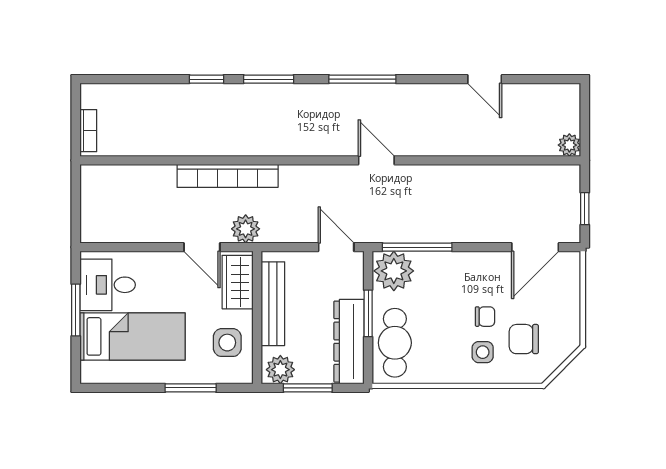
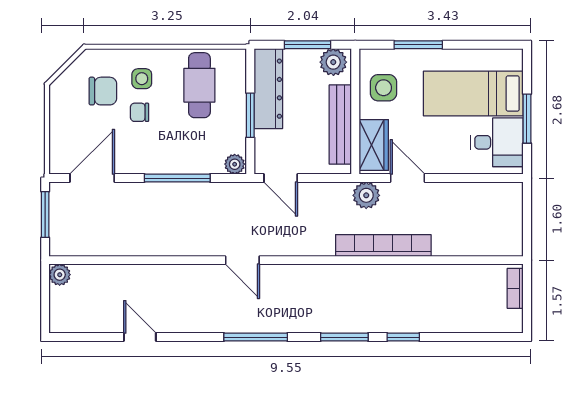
window: (585, 209) -> (45, 214), width x1.50
window: (417, 247) -> (177, 178), moved
plant: (394, 271) -> (235, 164), width x0.53, depth x0.53
cafe table: (395, 343) -> (199, 85), moved

